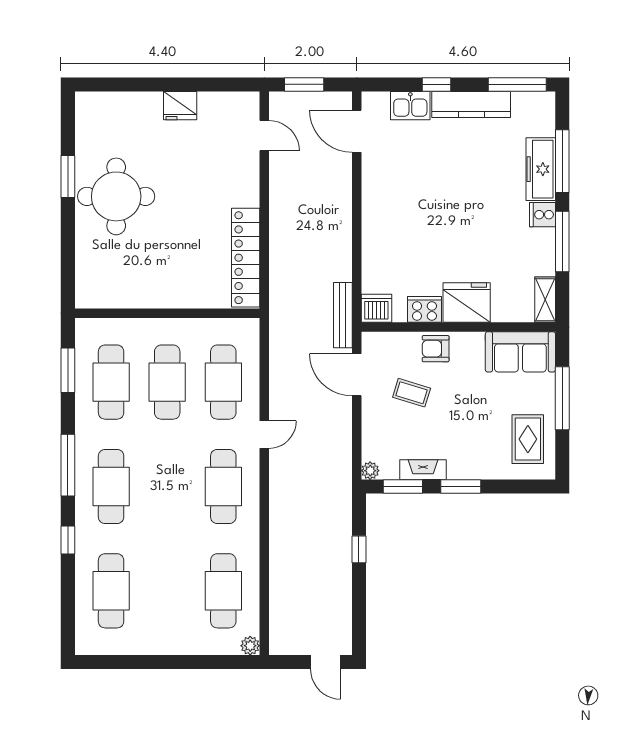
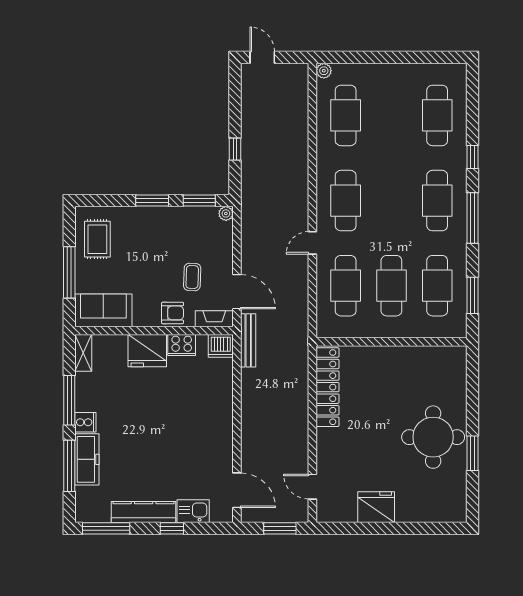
fridge: (180, 106) -> (376, 507), width x1.36, depth x1.34
coffee table: (412, 393) -> (192, 277), turned 75
fireplace: (423, 470) -> (214, 319), moved, turned 180

